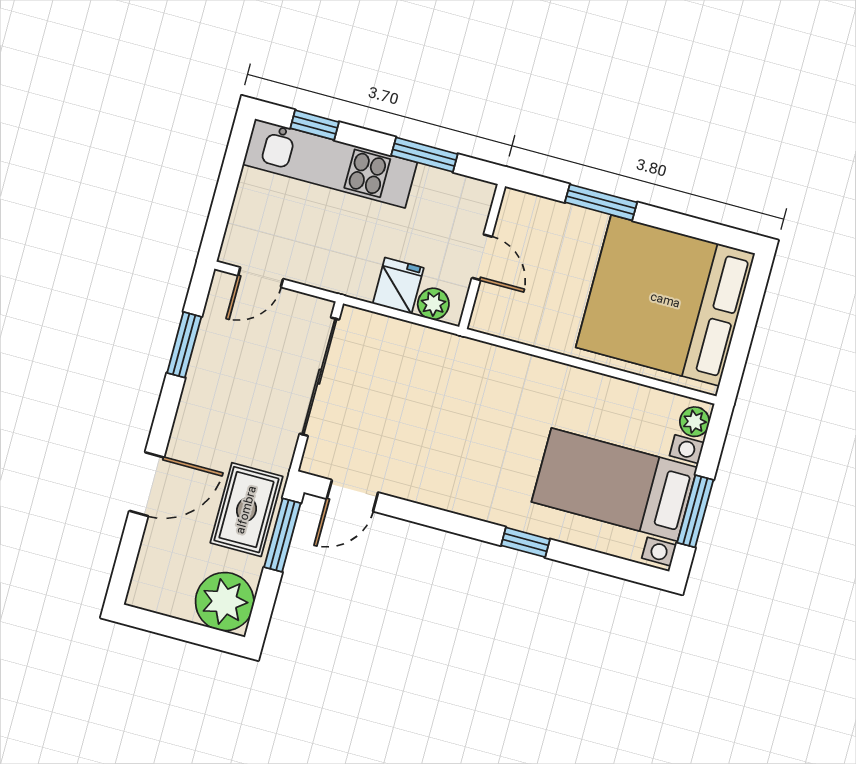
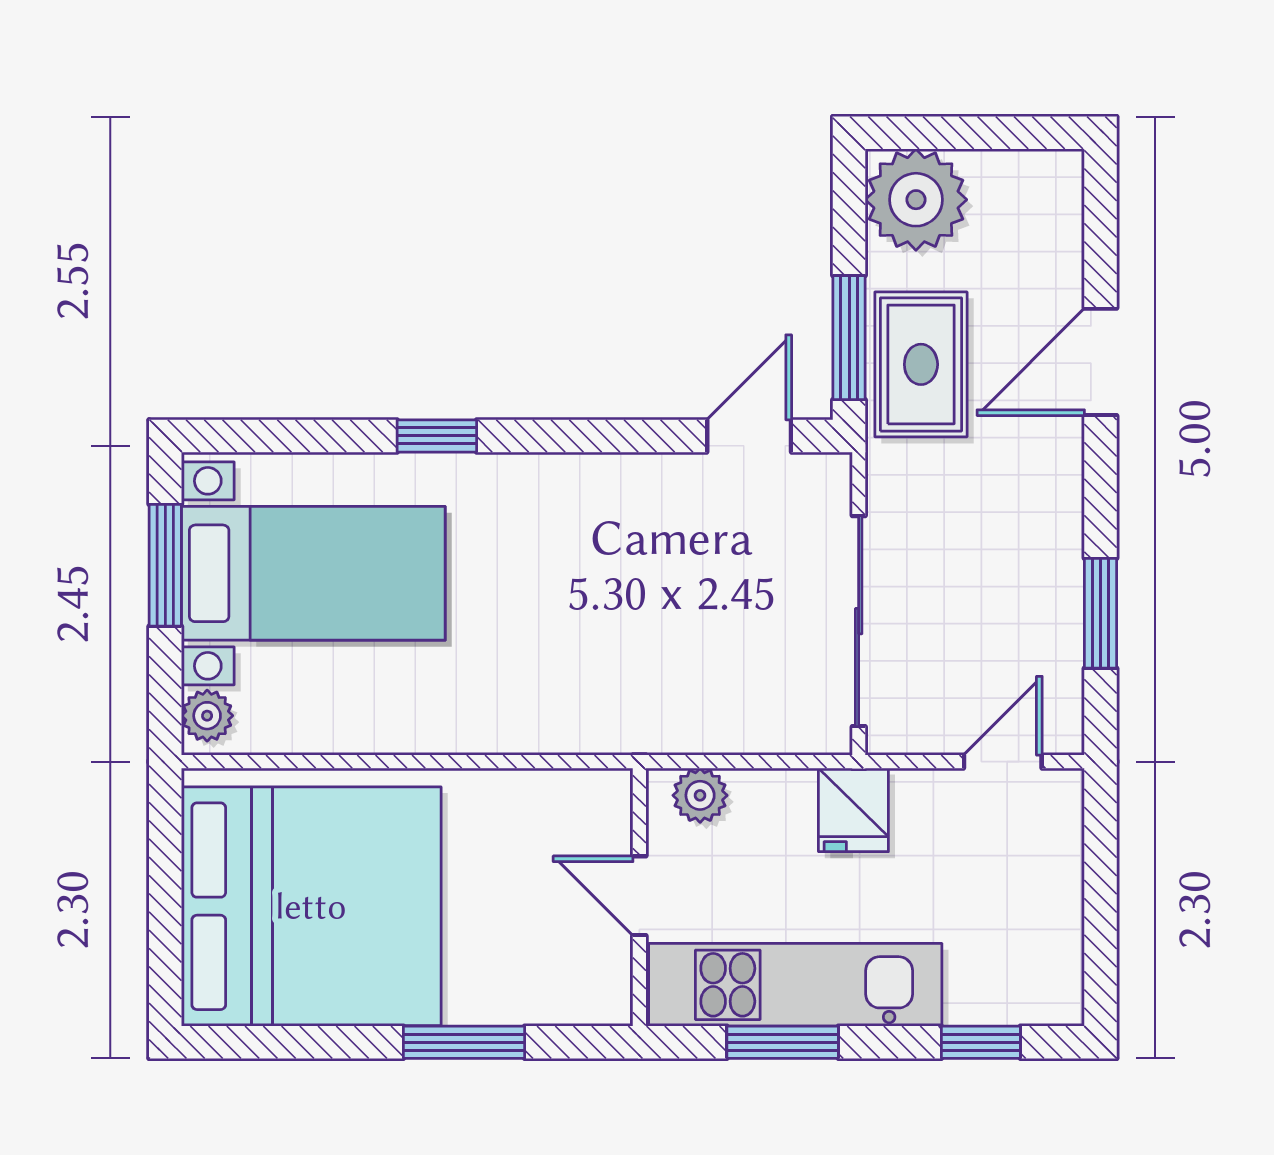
kitchen unit: (330, 163) -> (795, 985), moved
fridge: (398, 286) -> (853, 810), moved

